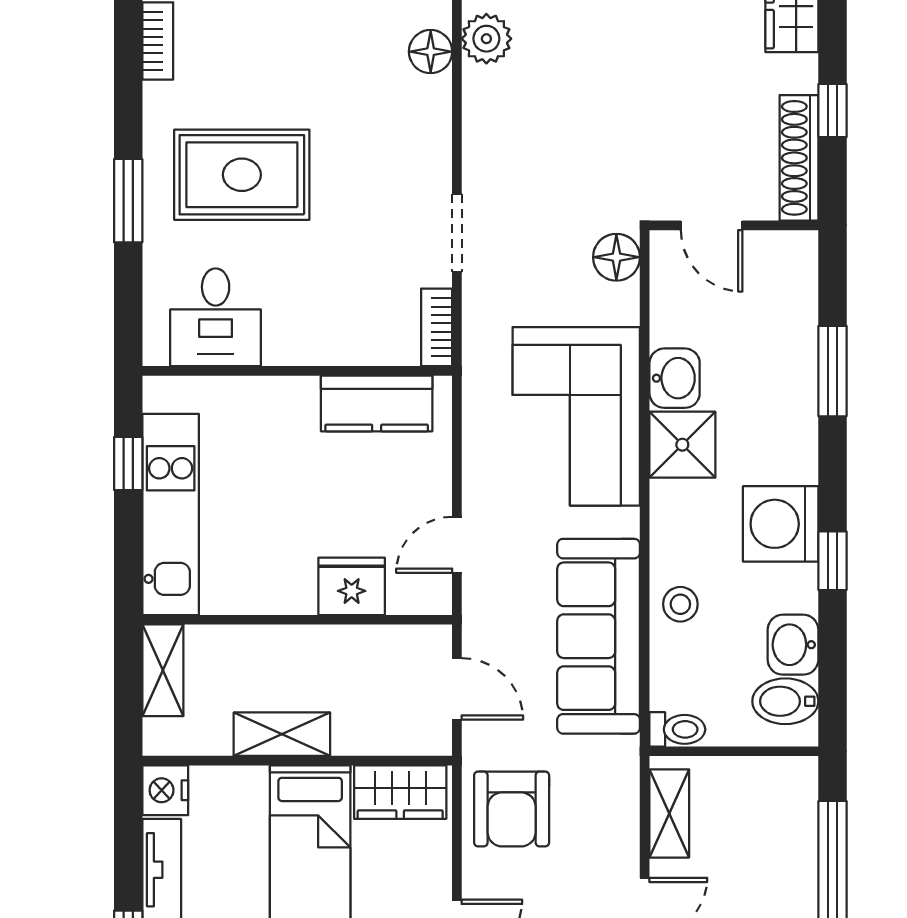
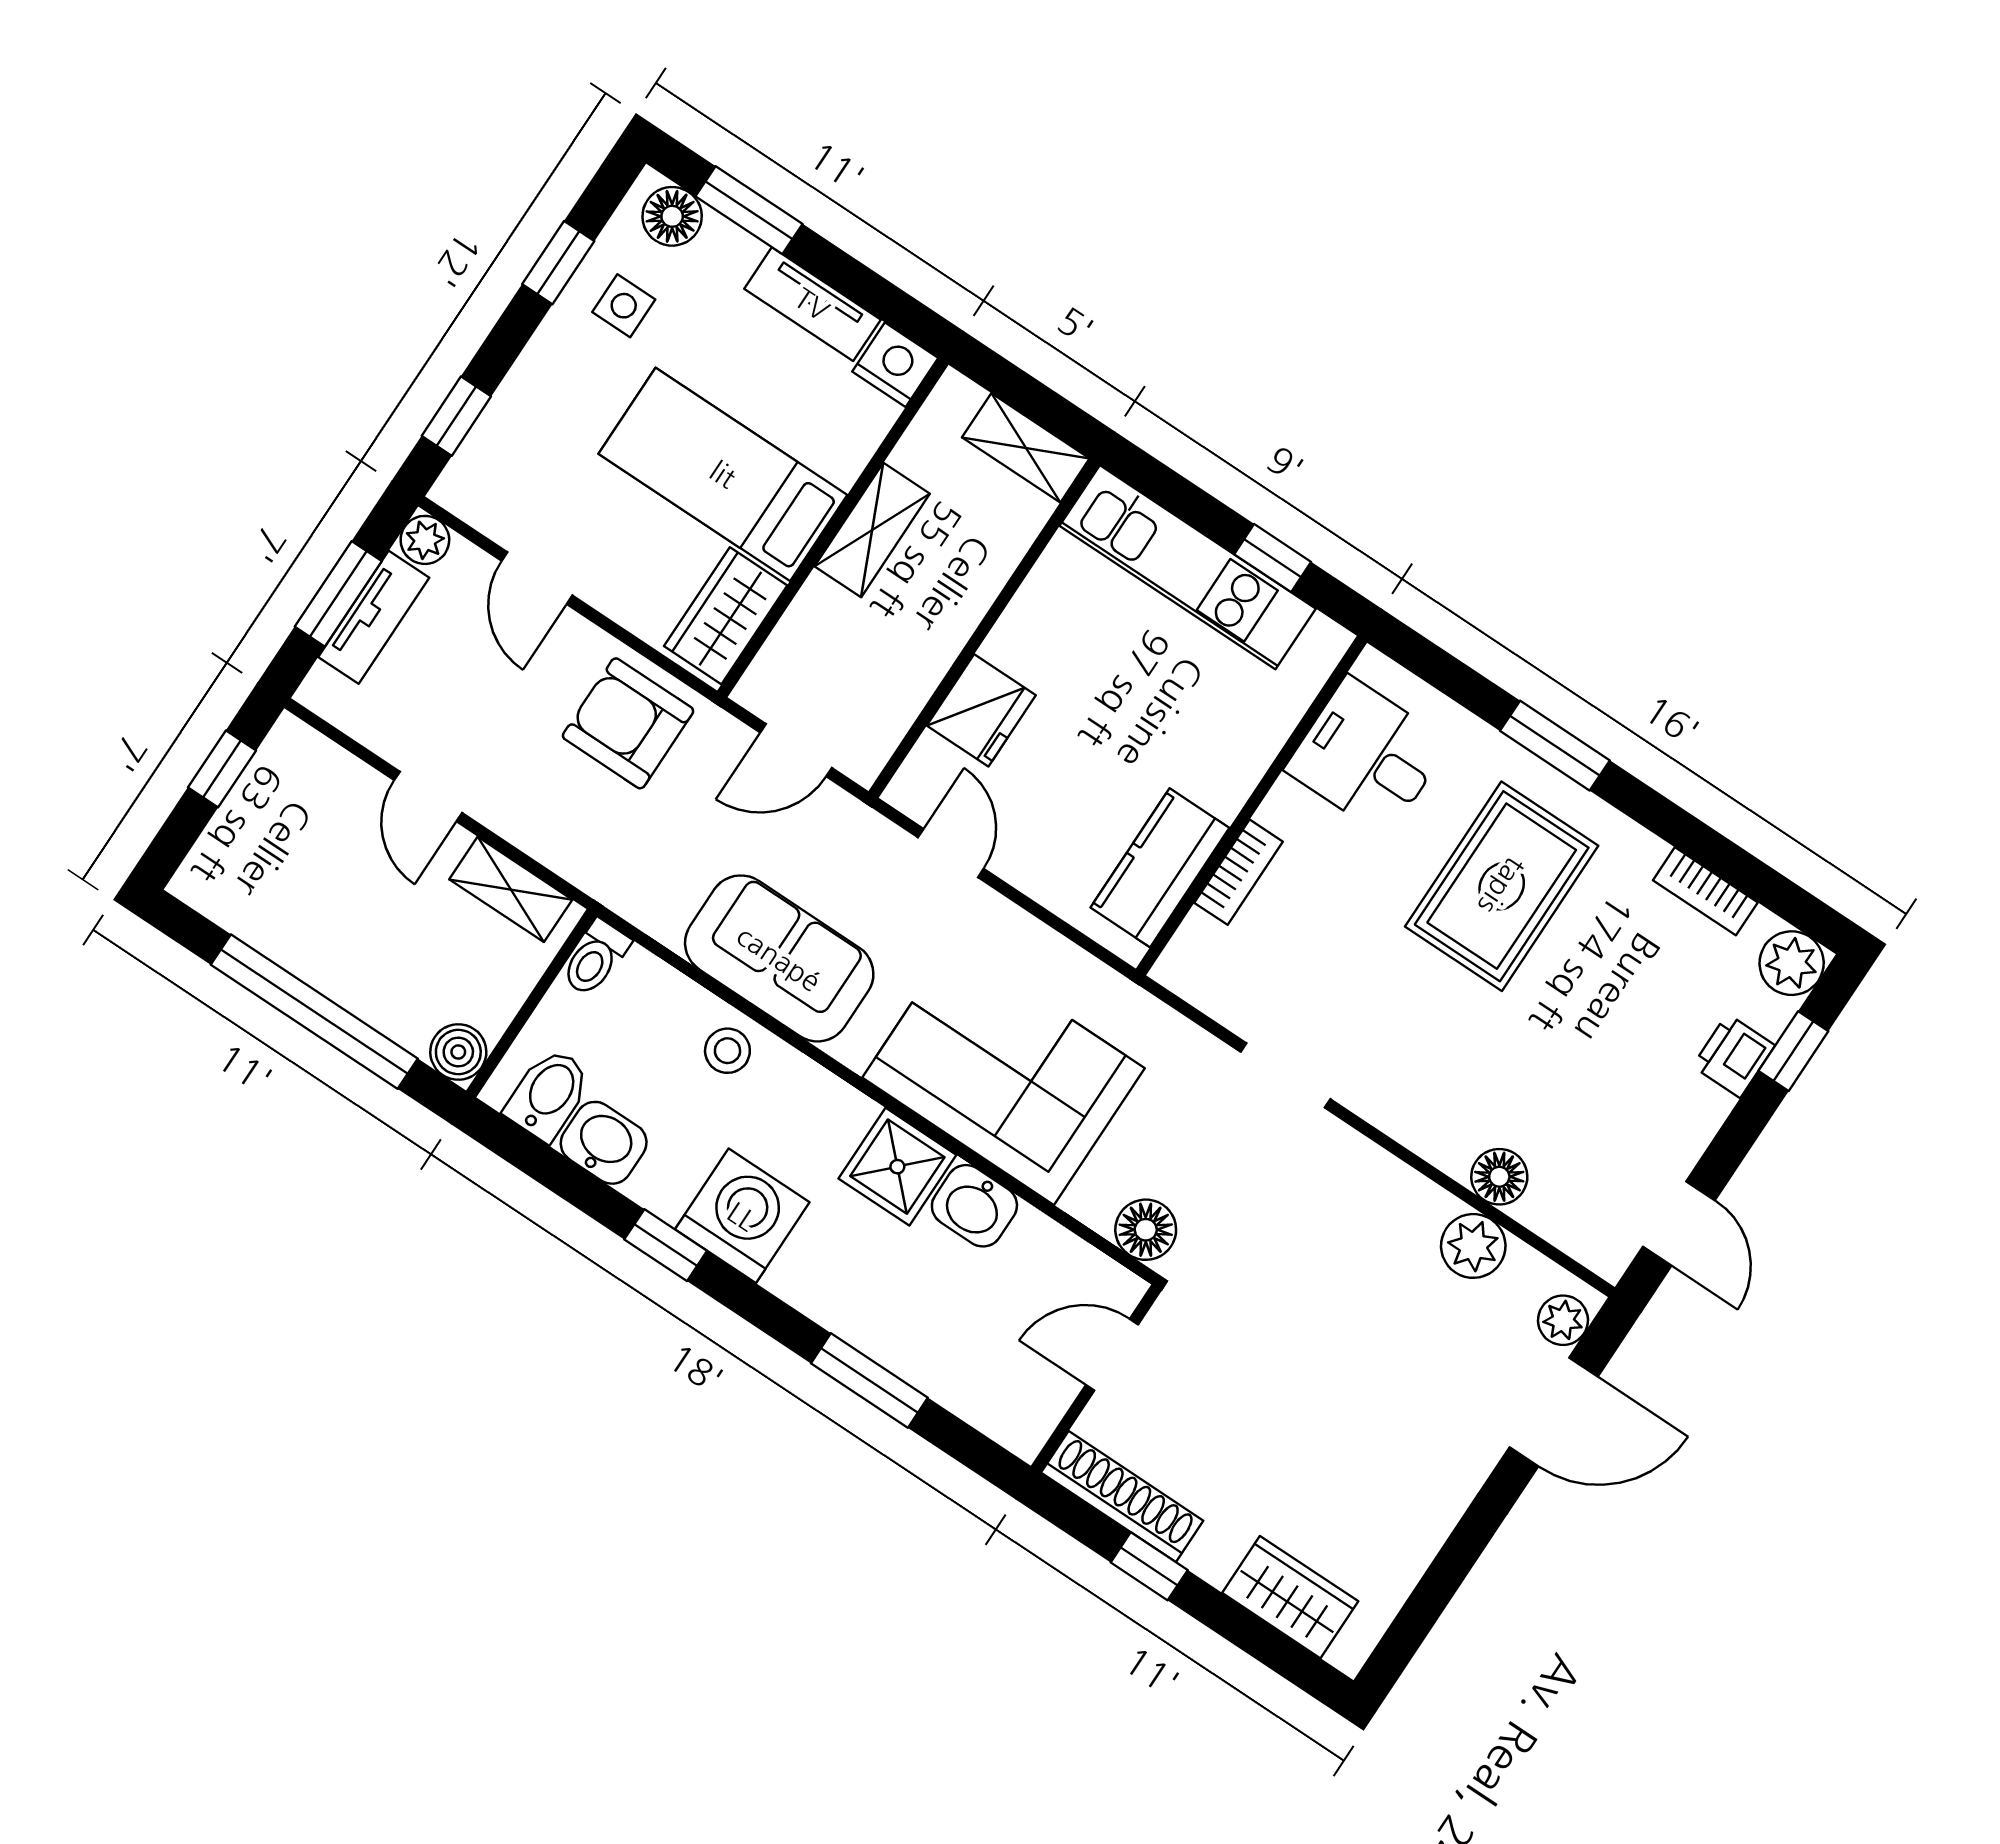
bookcase: (437, 327) -> (1239, 872), moved, turned 90
sofa: (599, 636) -> (779, 958), width x0.73
boiler: (797, 778) -> (458, 1052), added

